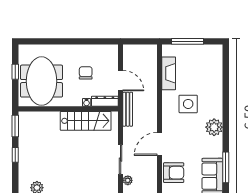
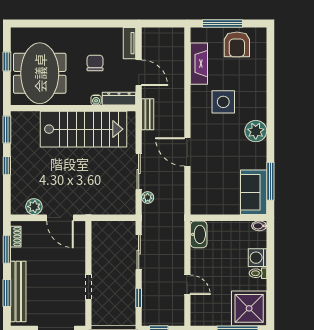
tv unit: (113, 57) -> (130, 43), added
bench: (128, 109) -> (148, 114), width x0.73
stairs: (86, 121) -> (84, 129), width x1.36, depth x1.51
door: (159, 144) -> (187, 152), hinge flipped
armchair: (174, 173) -> (237, 44), moved, turned 90

